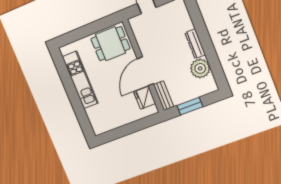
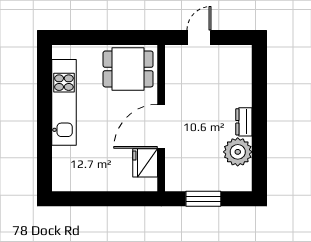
dresser: (195, 44) -> (244, 122), width x0.70
bench: (164, 96) -> (173, 170), removed

